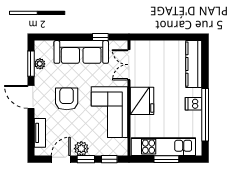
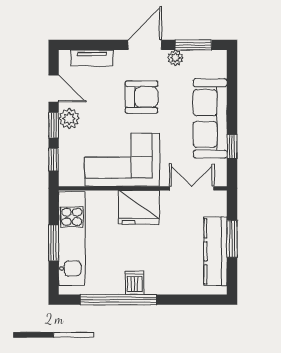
window: (164, 37) -> (232, 239), added
plant: (40, 64) -> (175, 58), moved
kitchen counter: (194, 64) -> (216, 251), moved, turned -90

